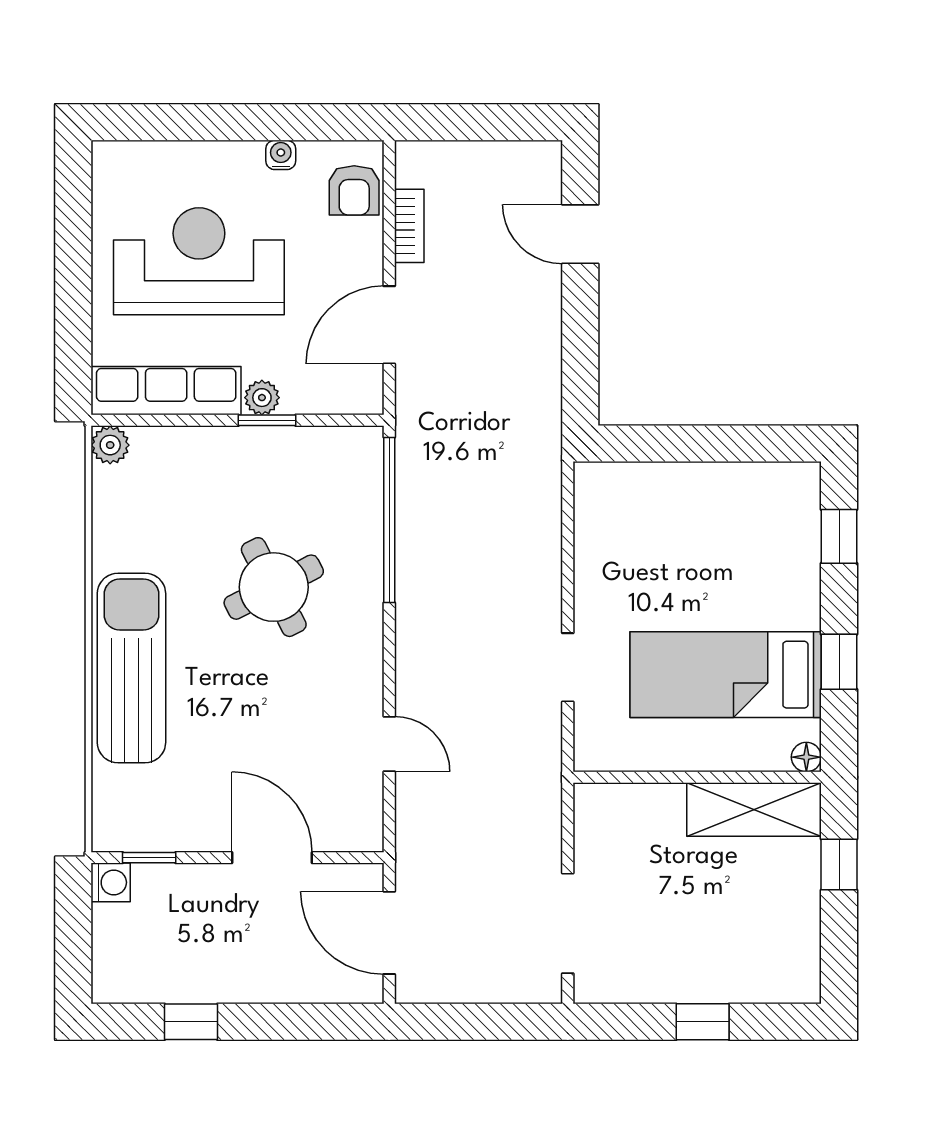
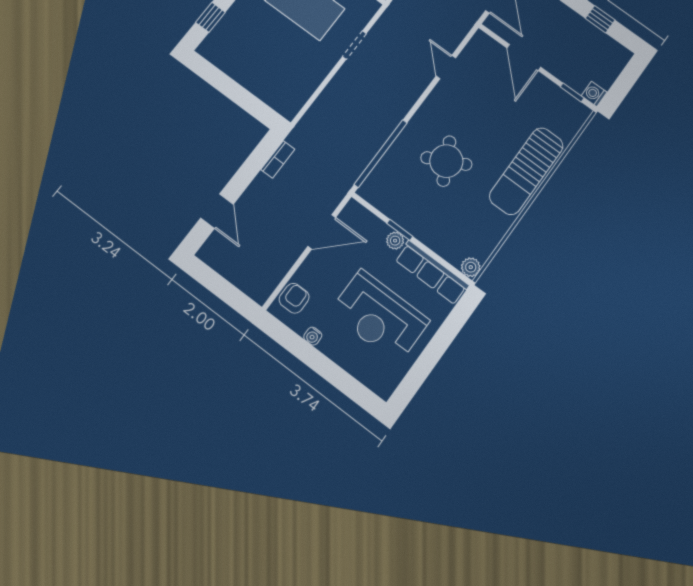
bookcase: (409, 226) -> (278, 159), moved, turned 180

